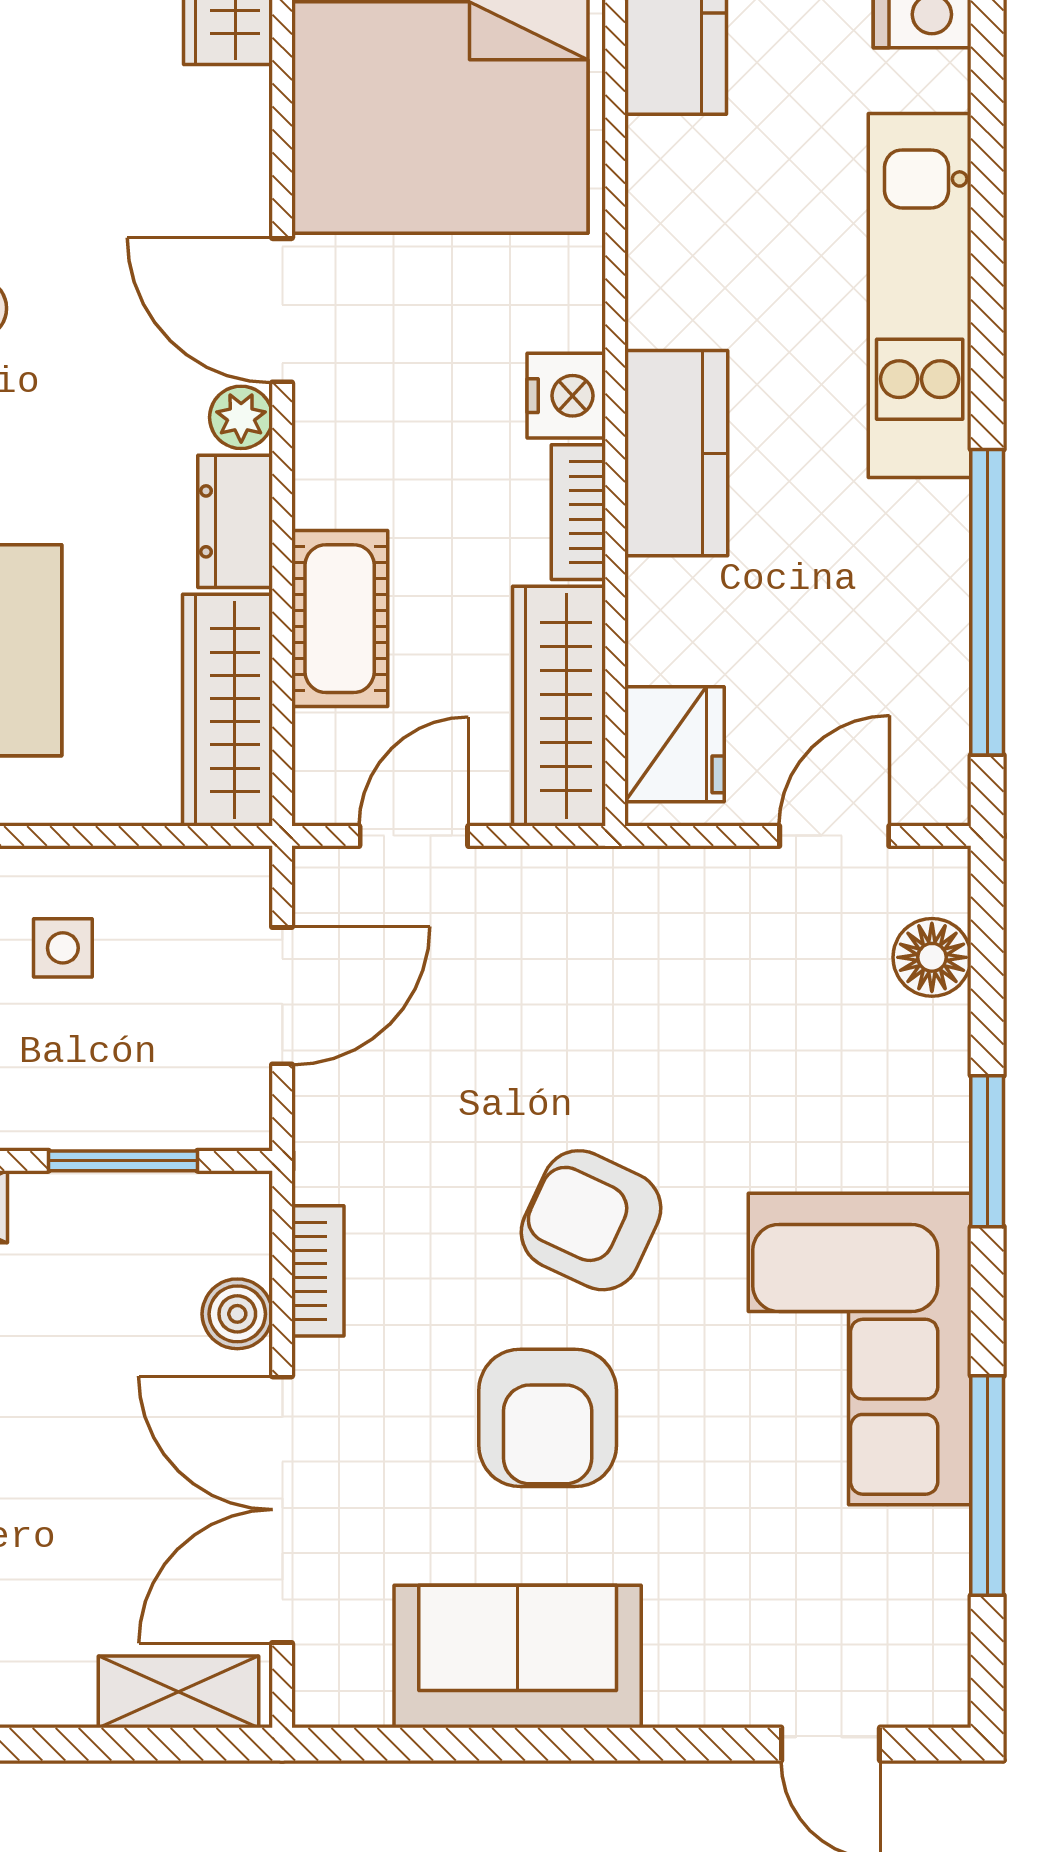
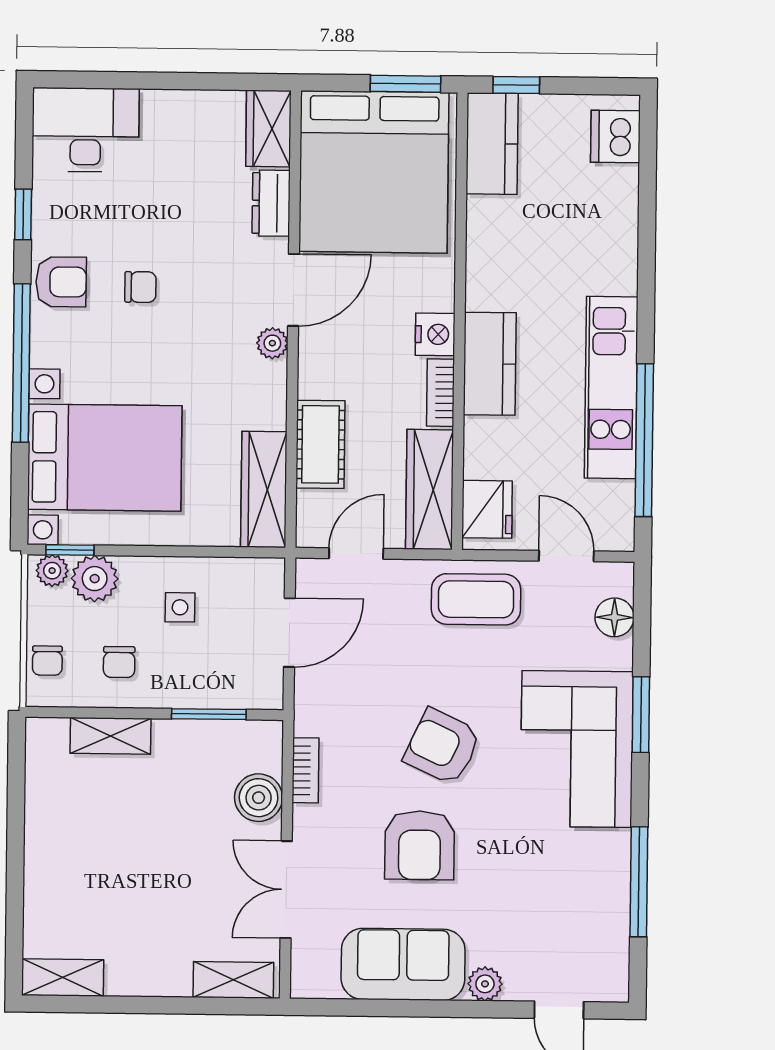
kitchen unit: (920, 295) -> (611, 388), moved
door: (282, 310) -> (294, 290), swing flipped
dresser: (235, 521) -> (271, 203), moved
door: (834, 836) -> (566, 556), hinge flipped
coffee table: (655, 925) -> (476, 599), added
boiler: (237, 1314) -> (259, 798), width x1.36, depth x1.36
corner sofa: (860, 1349) -> (577, 749), moved
double door: (282, 1510) -> (286, 890), width x0.73
plant: (682, 1694) -> (485, 984), added

